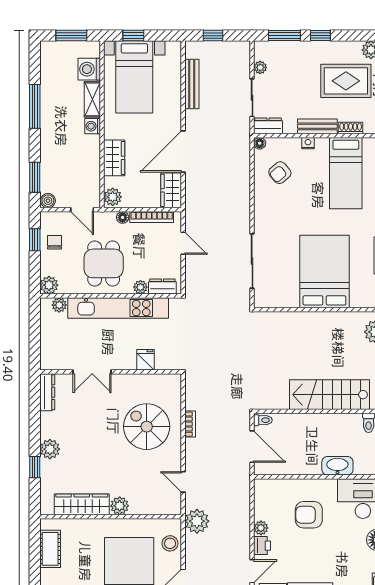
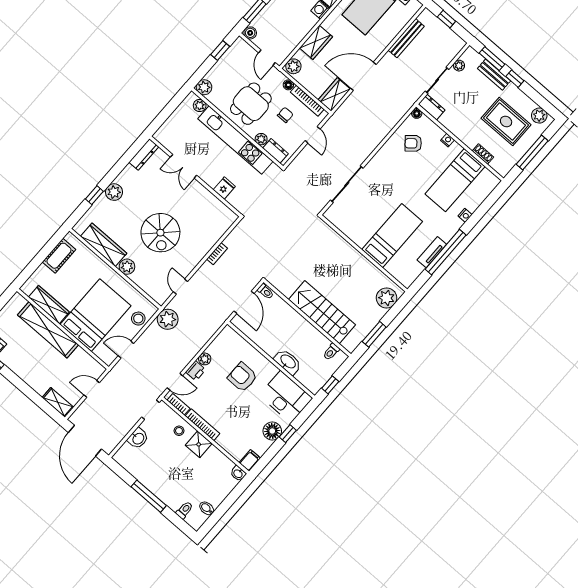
bench: (317, 126) -> (494, 75), moved
chair: (54, 242) -> (285, 115), moved
bed: (324, 272) -> (392, 236), width x0.67
spiral stairs: (147, 427) -> (160, 233), moved, turned 180

